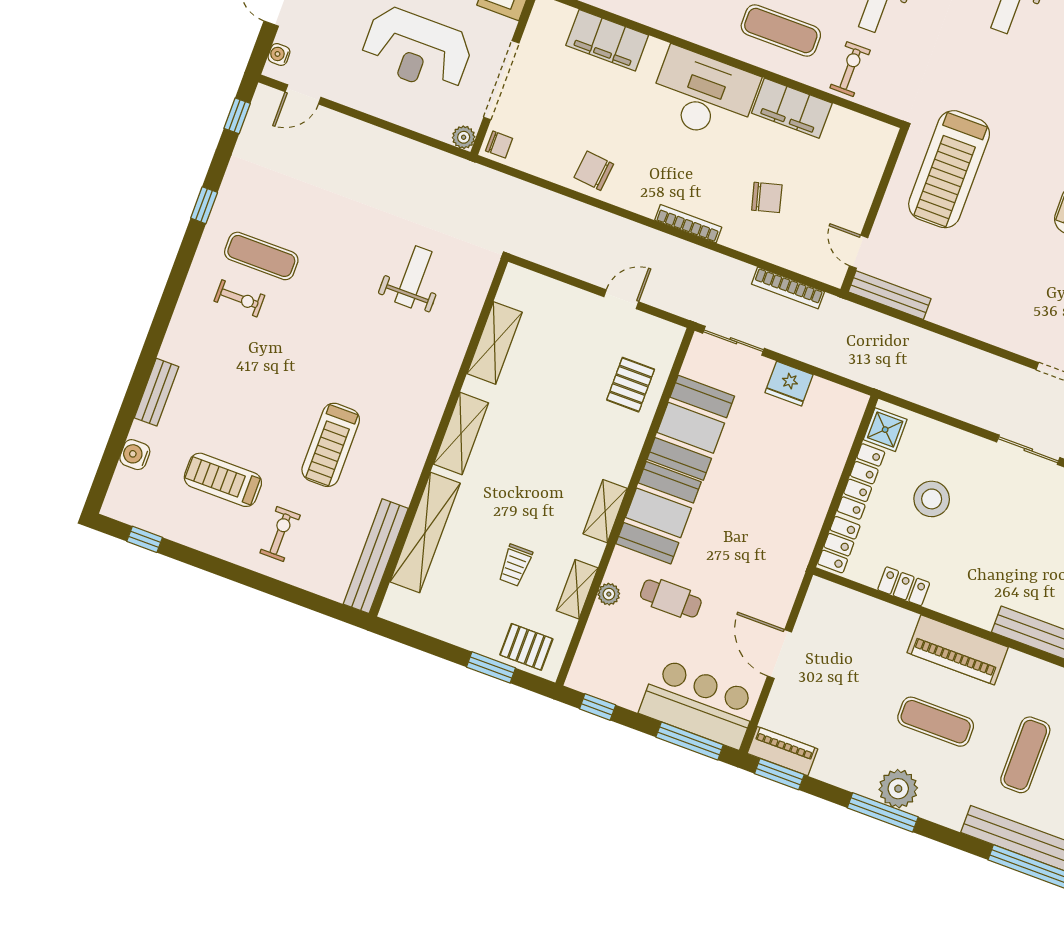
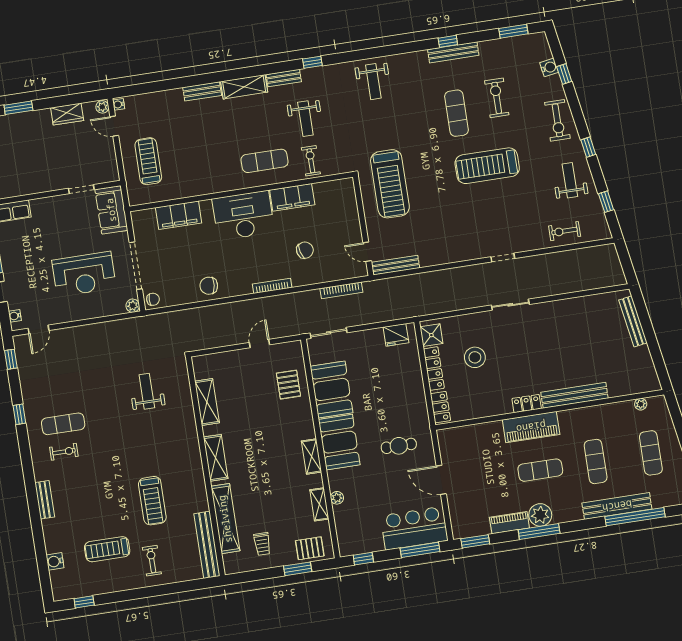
fridge: (789, 384) -> (396, 335), moved
bench: (157, 392) -> (45, 500), moved
trolley: (515, 565) -> (262, 544), moved
locker: (904, 586) -> (527, 404), moved
cafe table: (671, 598) -> (399, 446), moved
piano: (782, 751) -> (509, 523), moved

